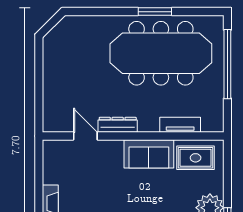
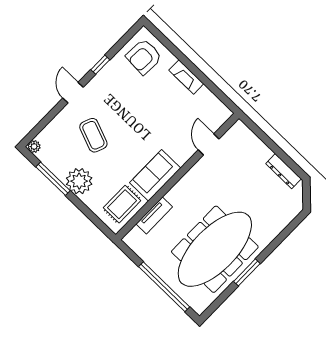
dresser: (118, 125) -> (284, 171), moved, turned 90
door: (85, 136) -> (209, 144), swing flipped

